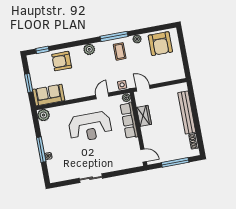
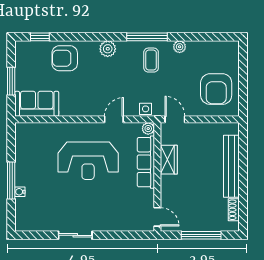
armchair: (160, 44) -> (216, 89), moved
plant: (43, 115) -> (24, 131), removed

